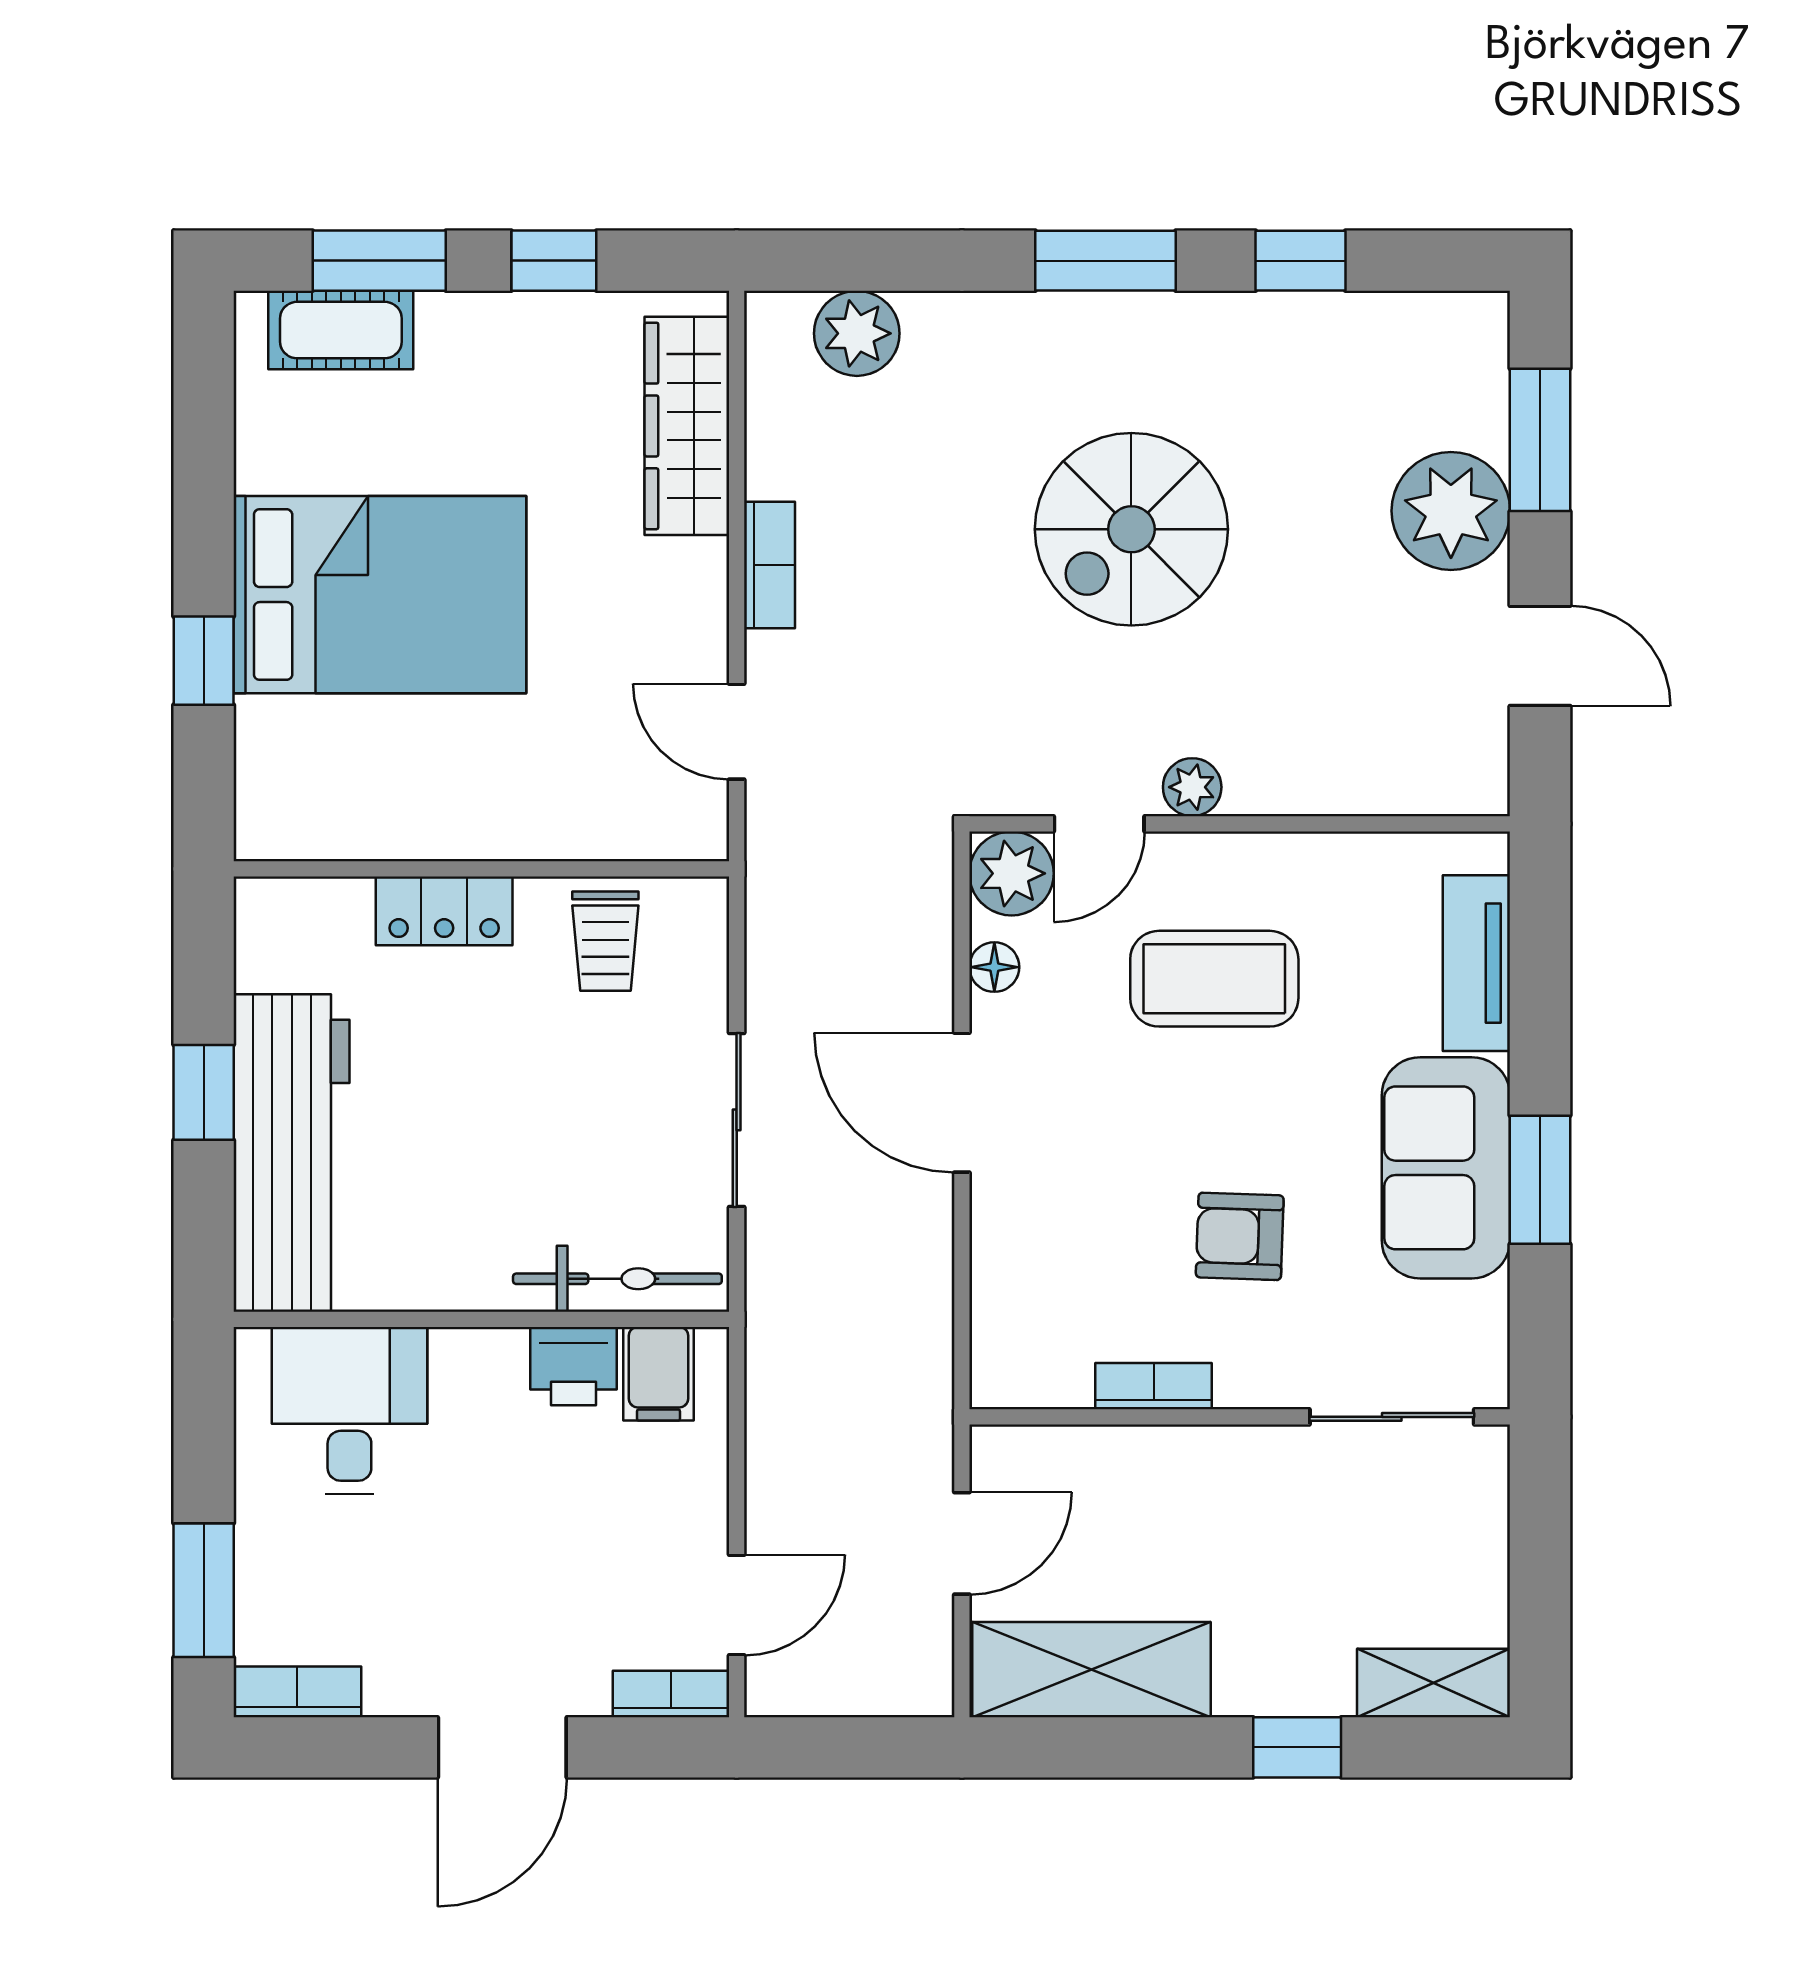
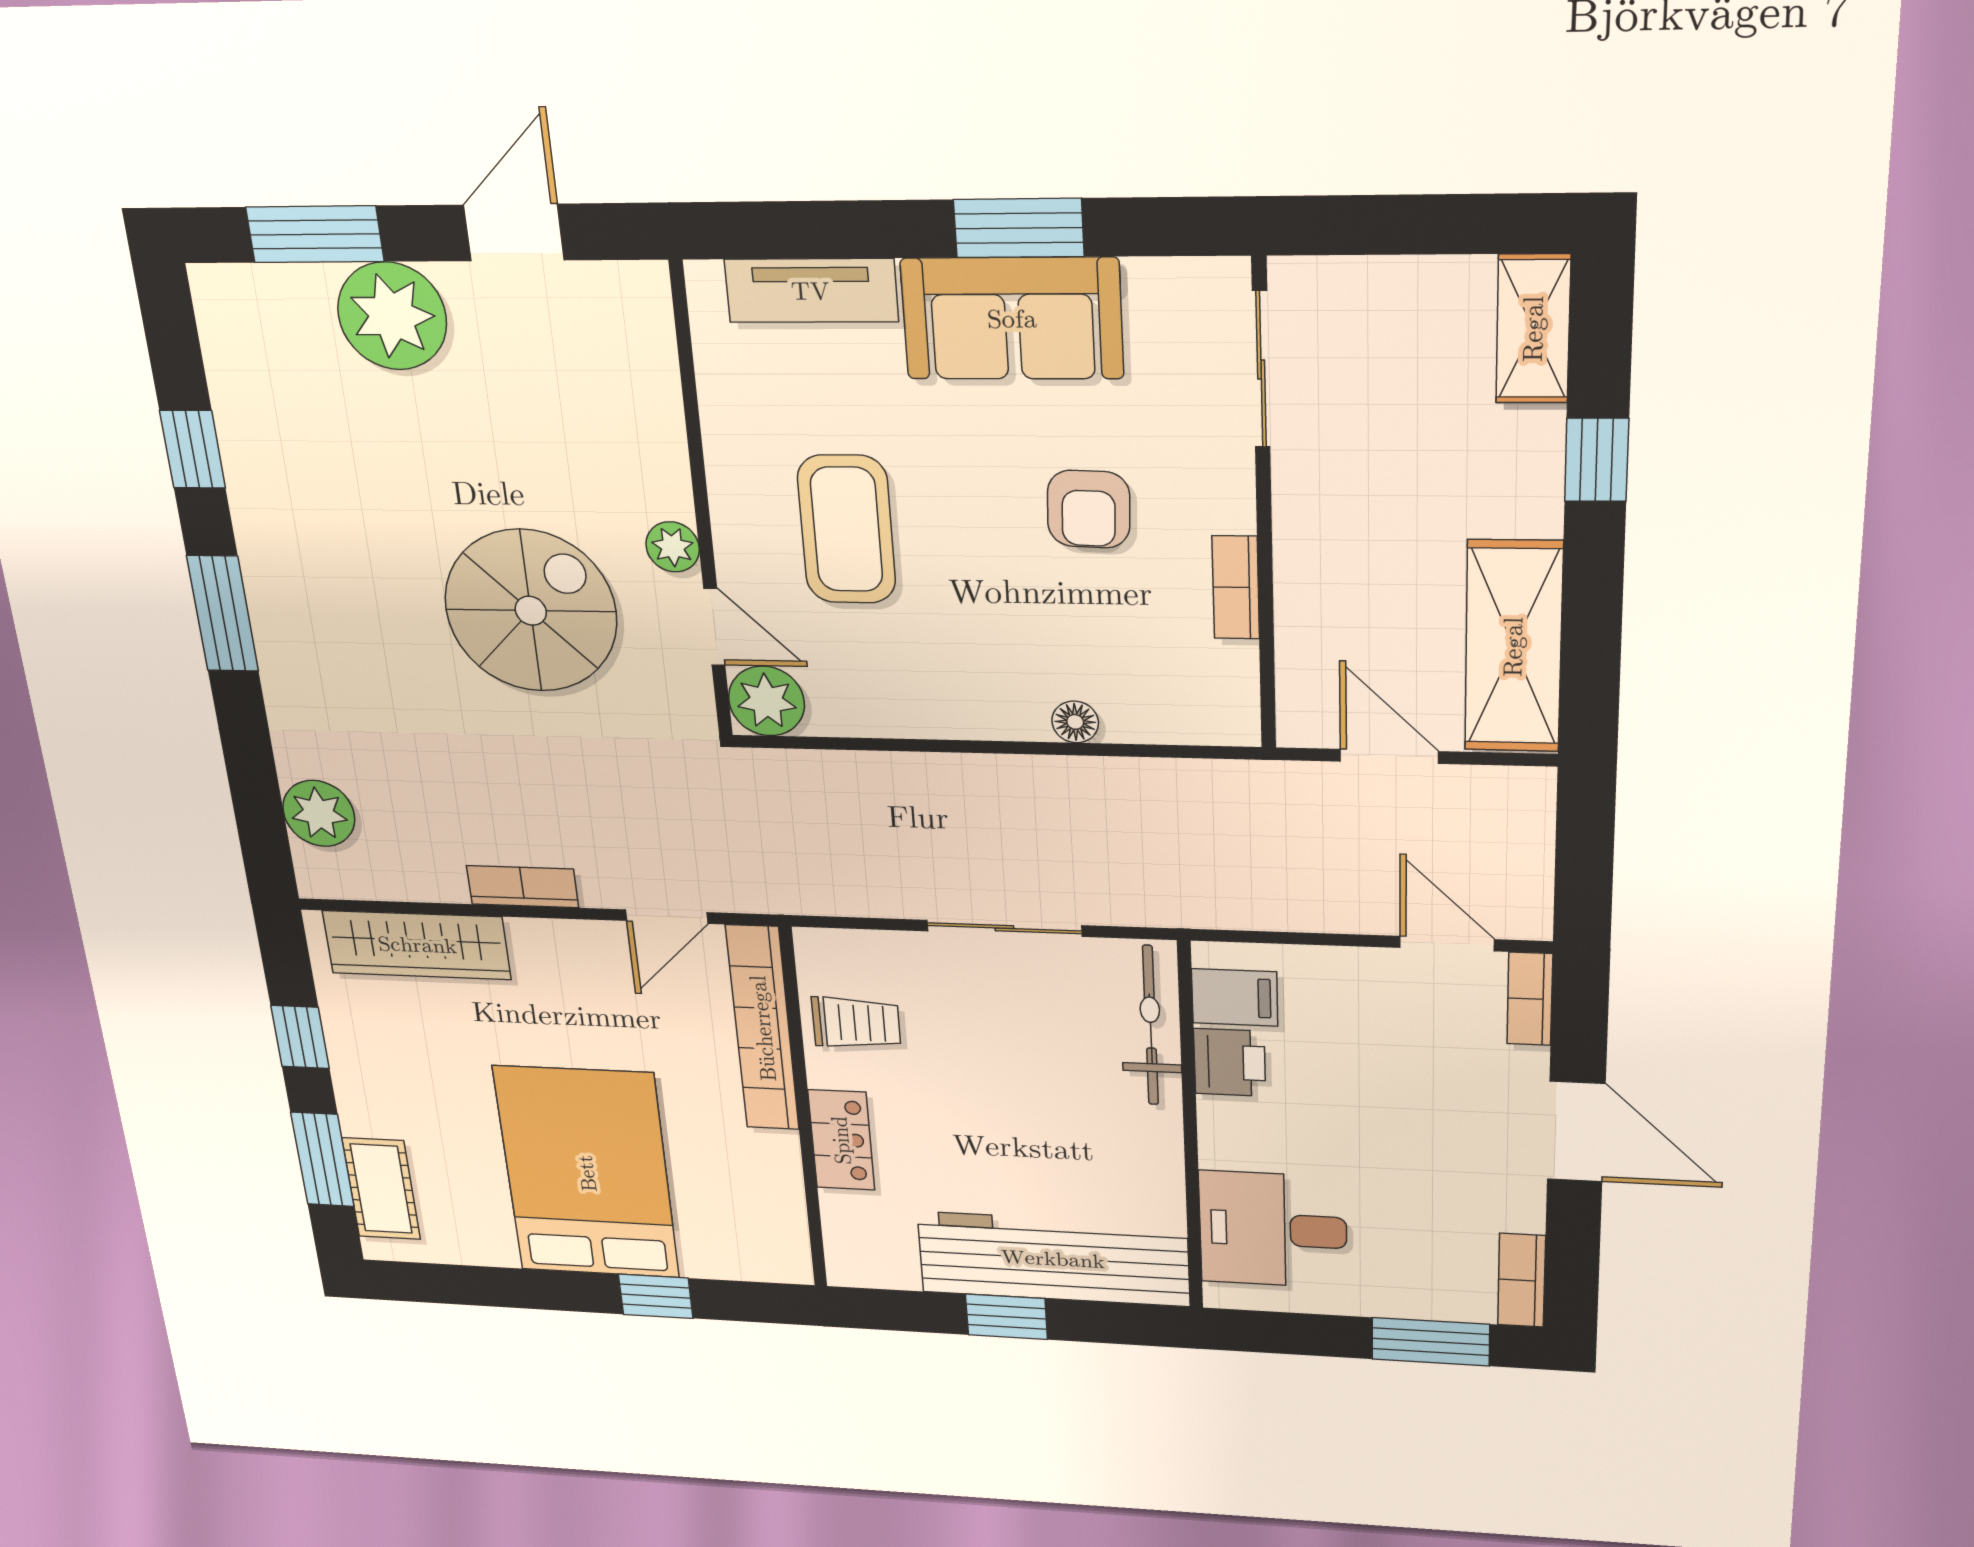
spiral stairs: (1131, 529) -> (531, 611), moved, turned -90
bookcase: (593, 830) -> (763, 1028), added
floor lamp: (994, 967) -> (1075, 722), moved
door: (962, 1103) -> (977, 747), removed

